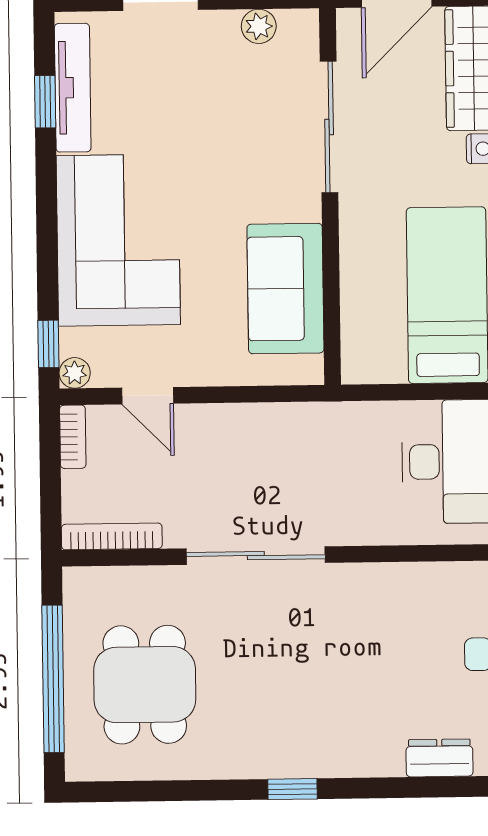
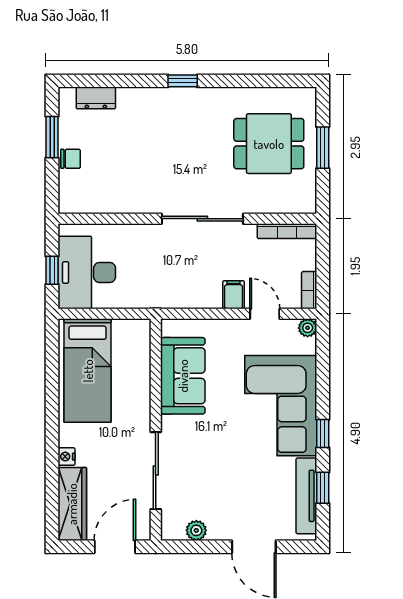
window: (48, 344) -> (323, 434), moved
filing cabinet: (201, 427) -> (234, 295), added
window: (53, 679) -> (323, 148), width x0.47
dining table: (145, 685) -> (269, 144), turned 90

